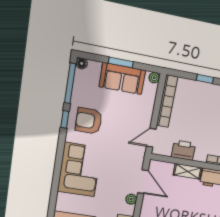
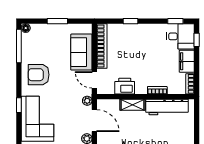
plant: (154, 78) -> (87, 101), moved
sofa: (122, 79) -> (81, 52), moved, turned 90
window: (65, 119) -> (19, 105), moved
door: (151, 138) -> (94, 80), hinge flipped

